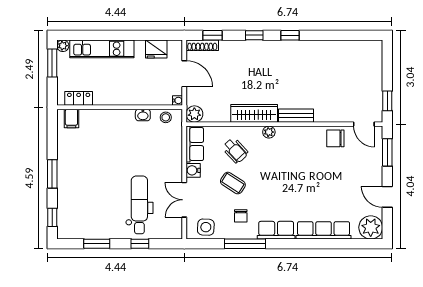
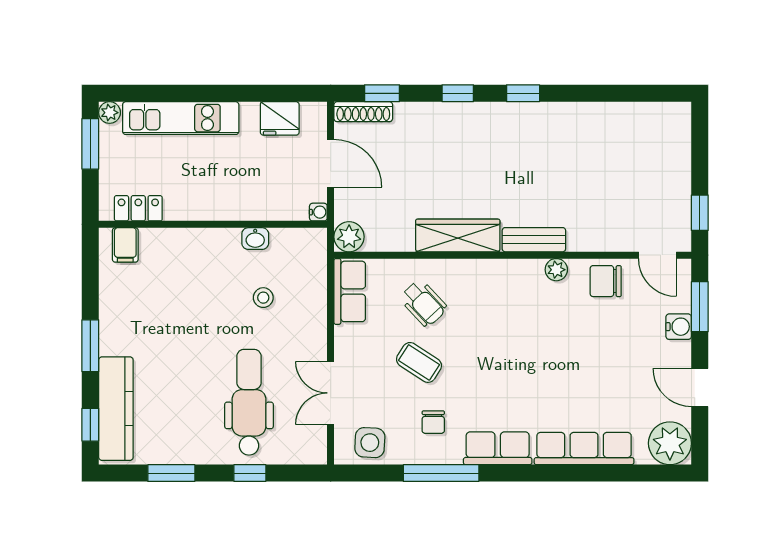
stool: (166, 117) -> (263, 298), moved
plant: (269, 132) -> (556, 270), moved
water cooler: (193, 170) -> (679, 327), moved, turned 180
kitchen counter: (66, 208) -> (116, 409), added

